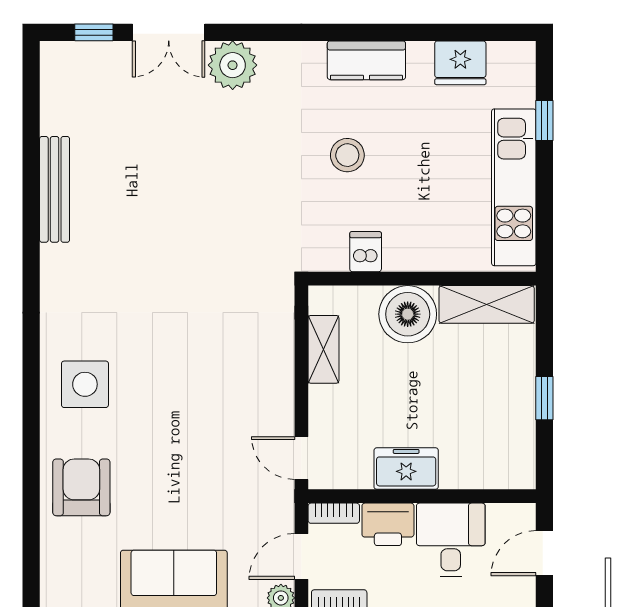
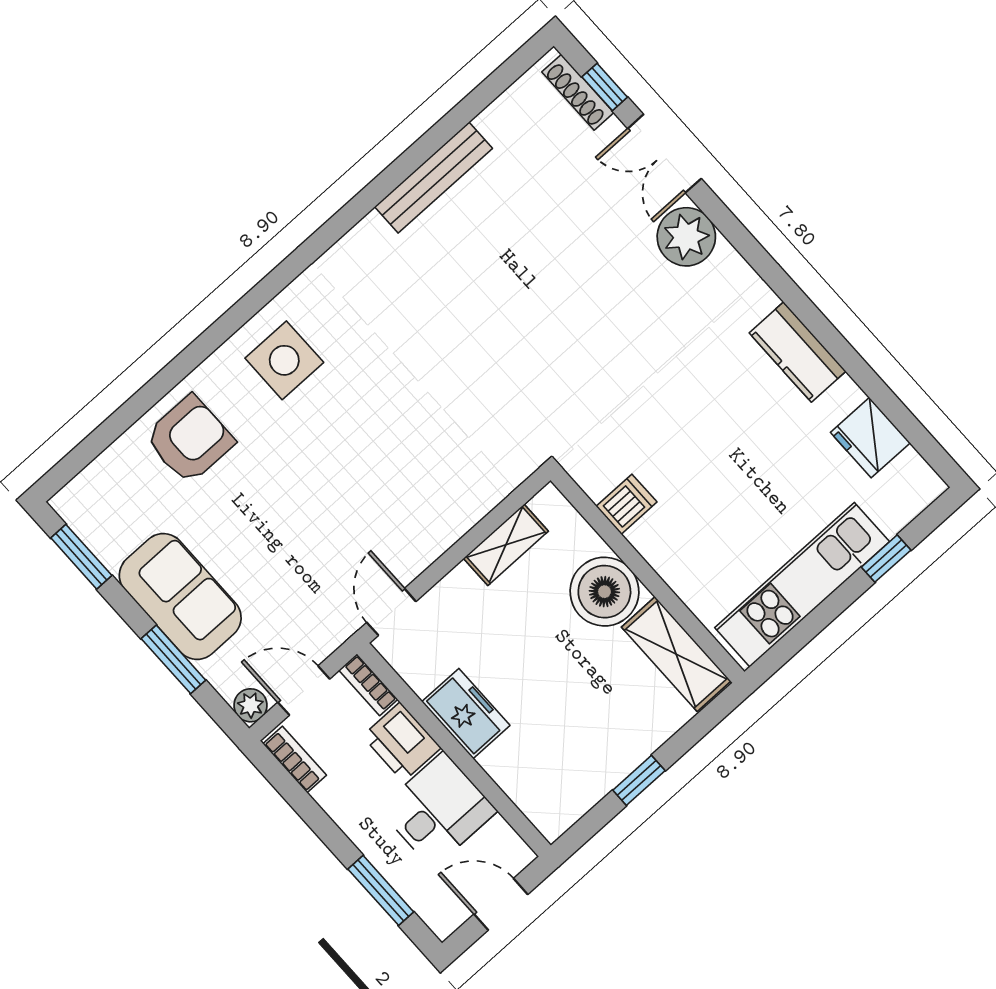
shoe rack: (82, 52) -> (578, 92), added
stool: (347, 155) -> (698, 411), removed

